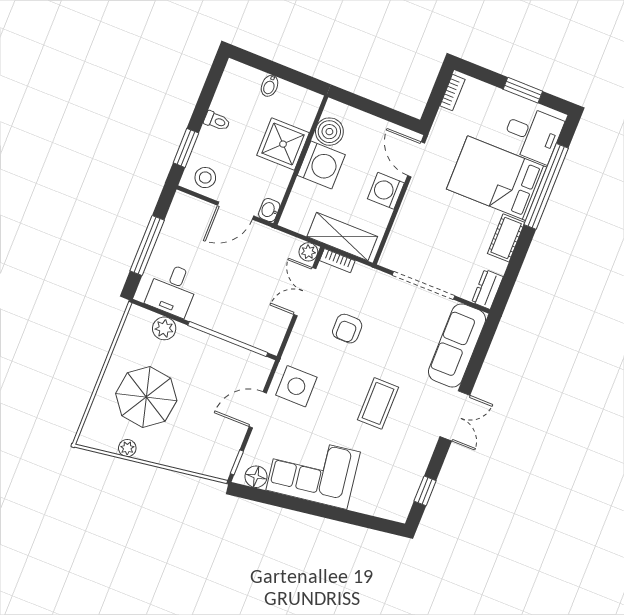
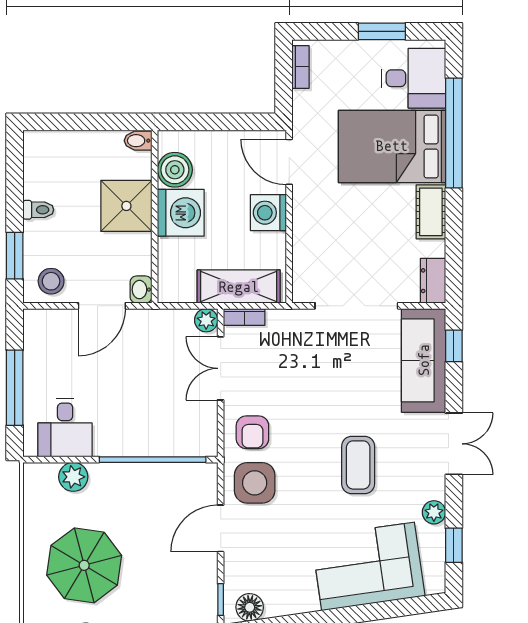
bidet: (270, 86) -> (138, 141), moved, turned 90
armchair: (347, 329) -> (252, 432), moved
window: (484, 344) -> (454, 346), added
plant: (420, 461) -> (434, 512), added
corner sofa: (313, 471) -> (368, 566), moved

